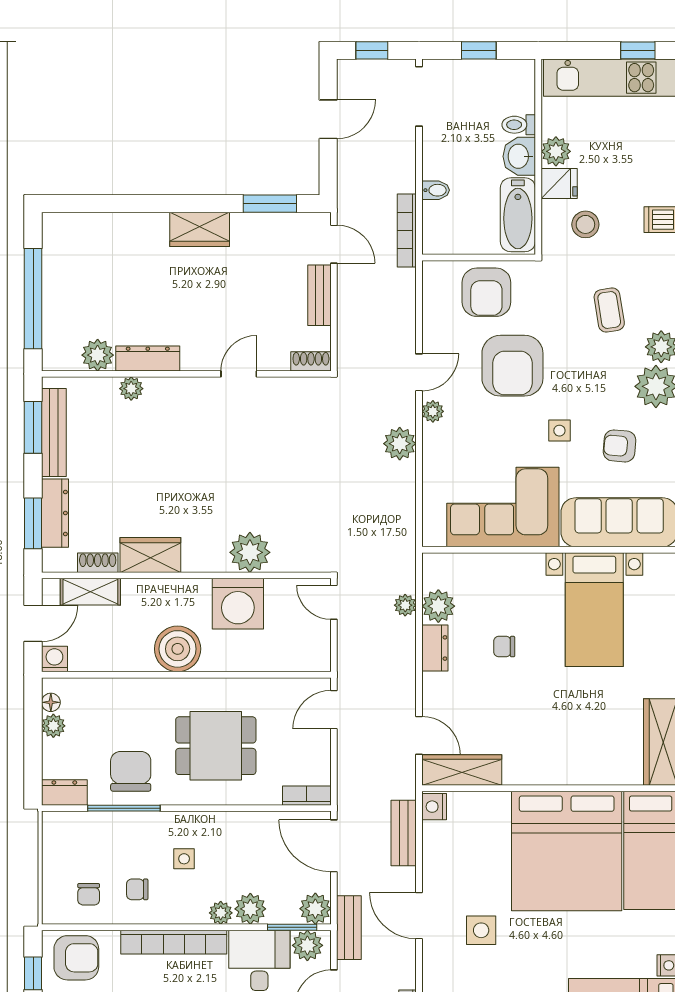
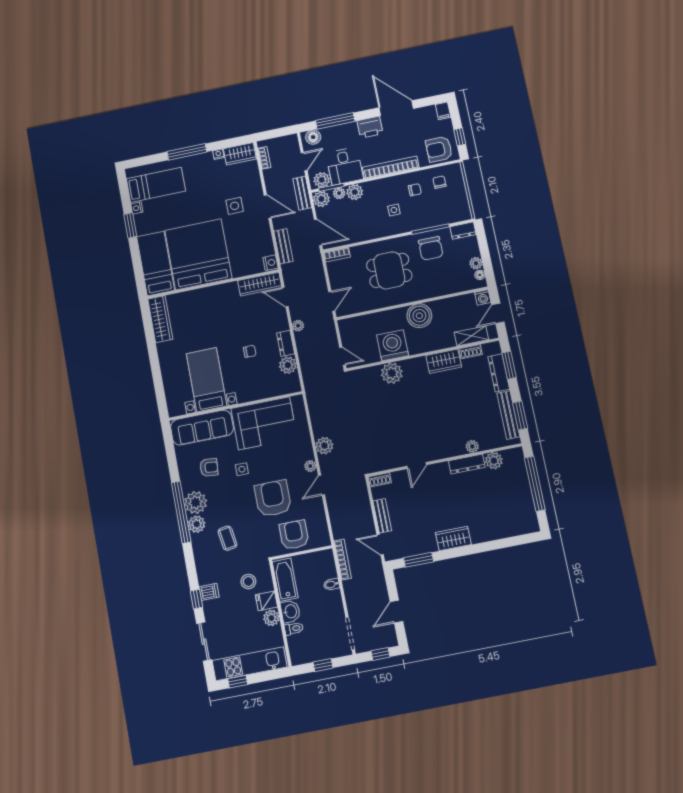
plant: (405, 605) -> (298, 326), moved
plant: (221, 913) -> (339, 193), moved

